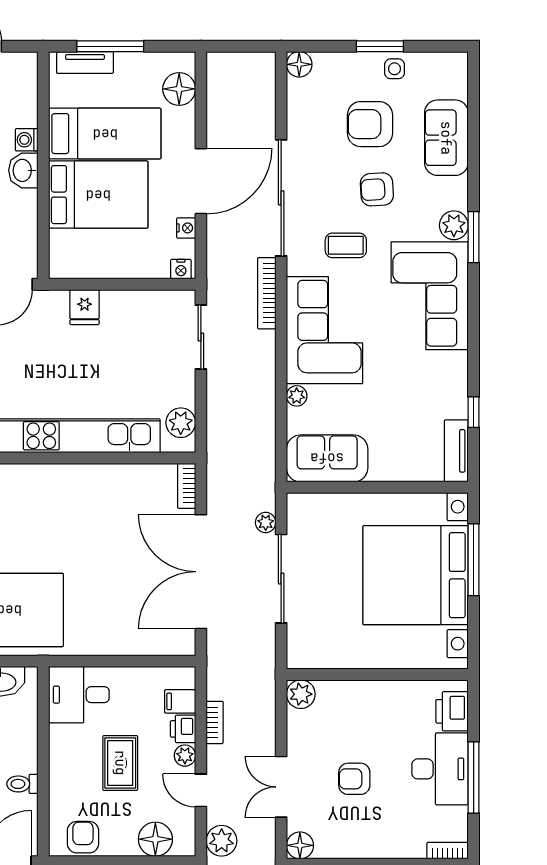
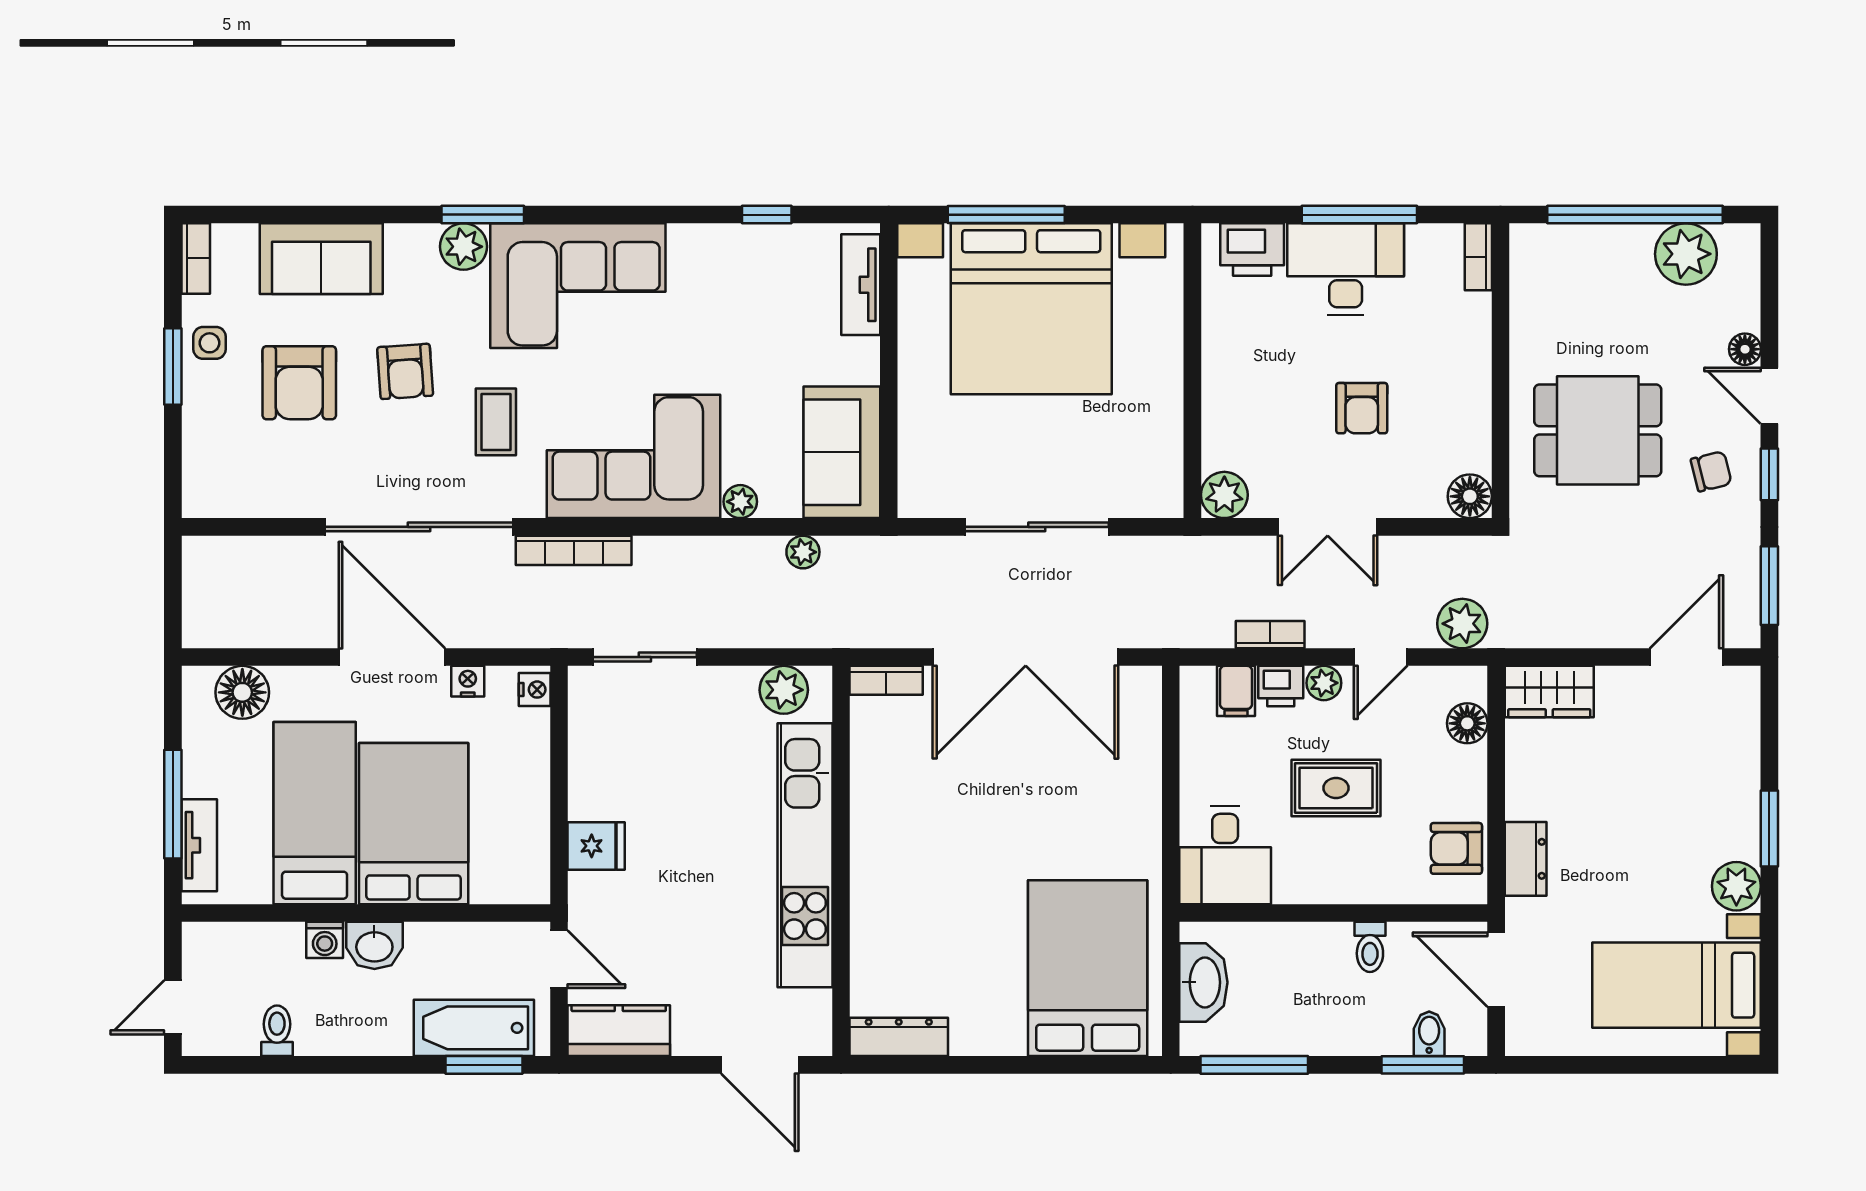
bookcase: (447, 60) -> (196, 258), added
floor lamp: (299, 64) -> (202, 498), removed
tv unit: (456, 451) -> (861, 285), moved, turned 90
plant: (266, 523) -> (803, 552), moved
double door: (281, 787) -> (1328, 527), moved
floor lamp: (155, 839) -> (1467, 723), width x0.73, depth x0.73

